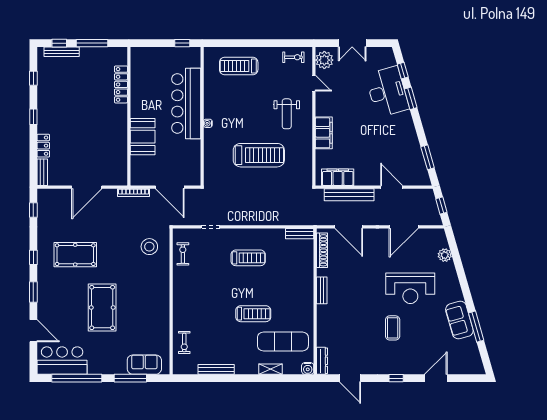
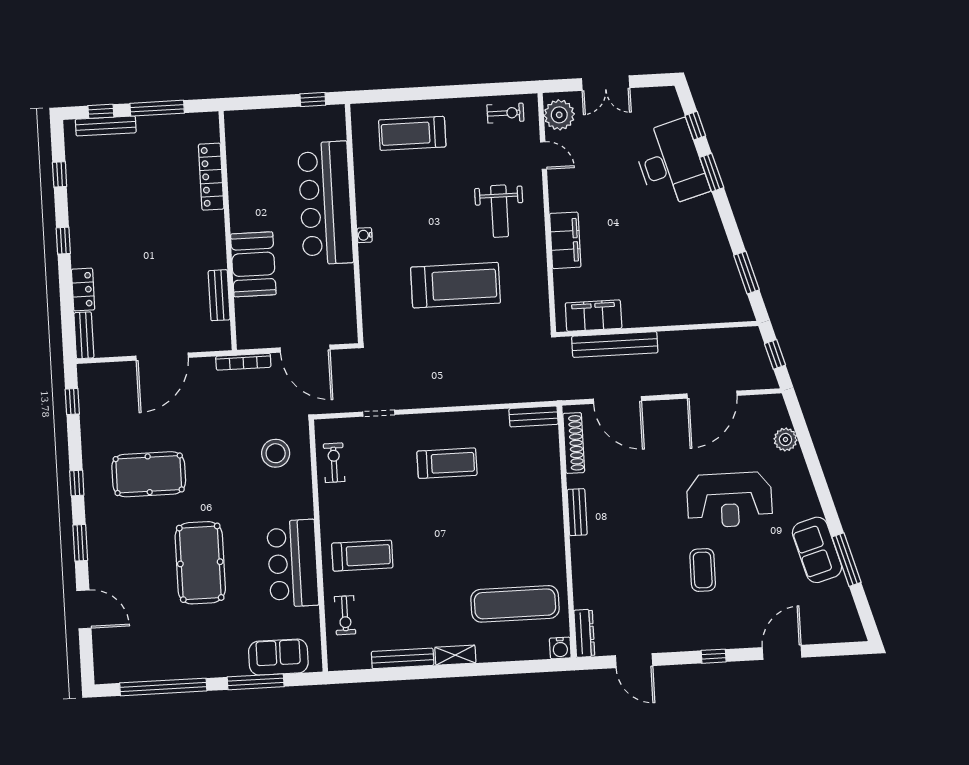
bench: (122, 153) -> (219, 295), added
door: (392, 187) -> (687, 327), removed
treadmill: (253, 314) -> (362, 556), moved
bar counter: (62, 361) -> (293, 563), moved, turned -90
shelving: (270, 369) -> (455, 655), moved

